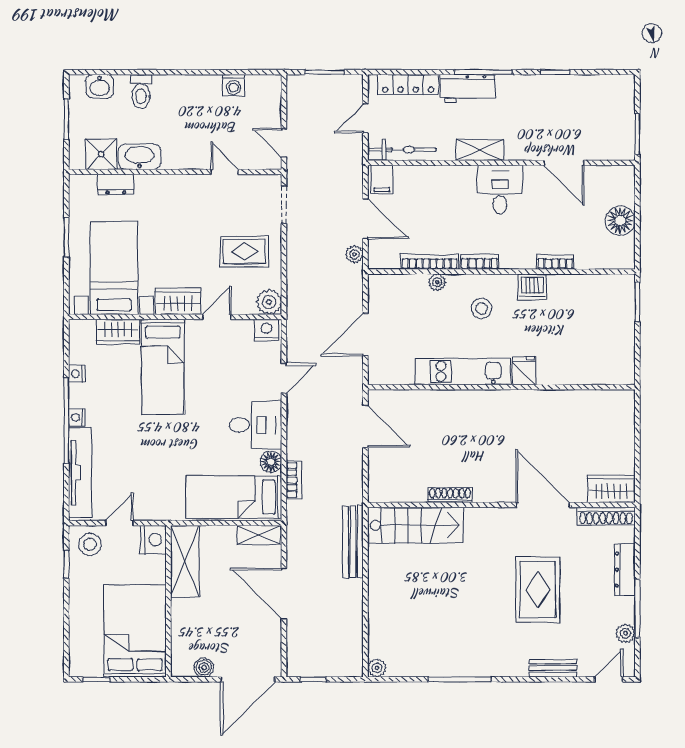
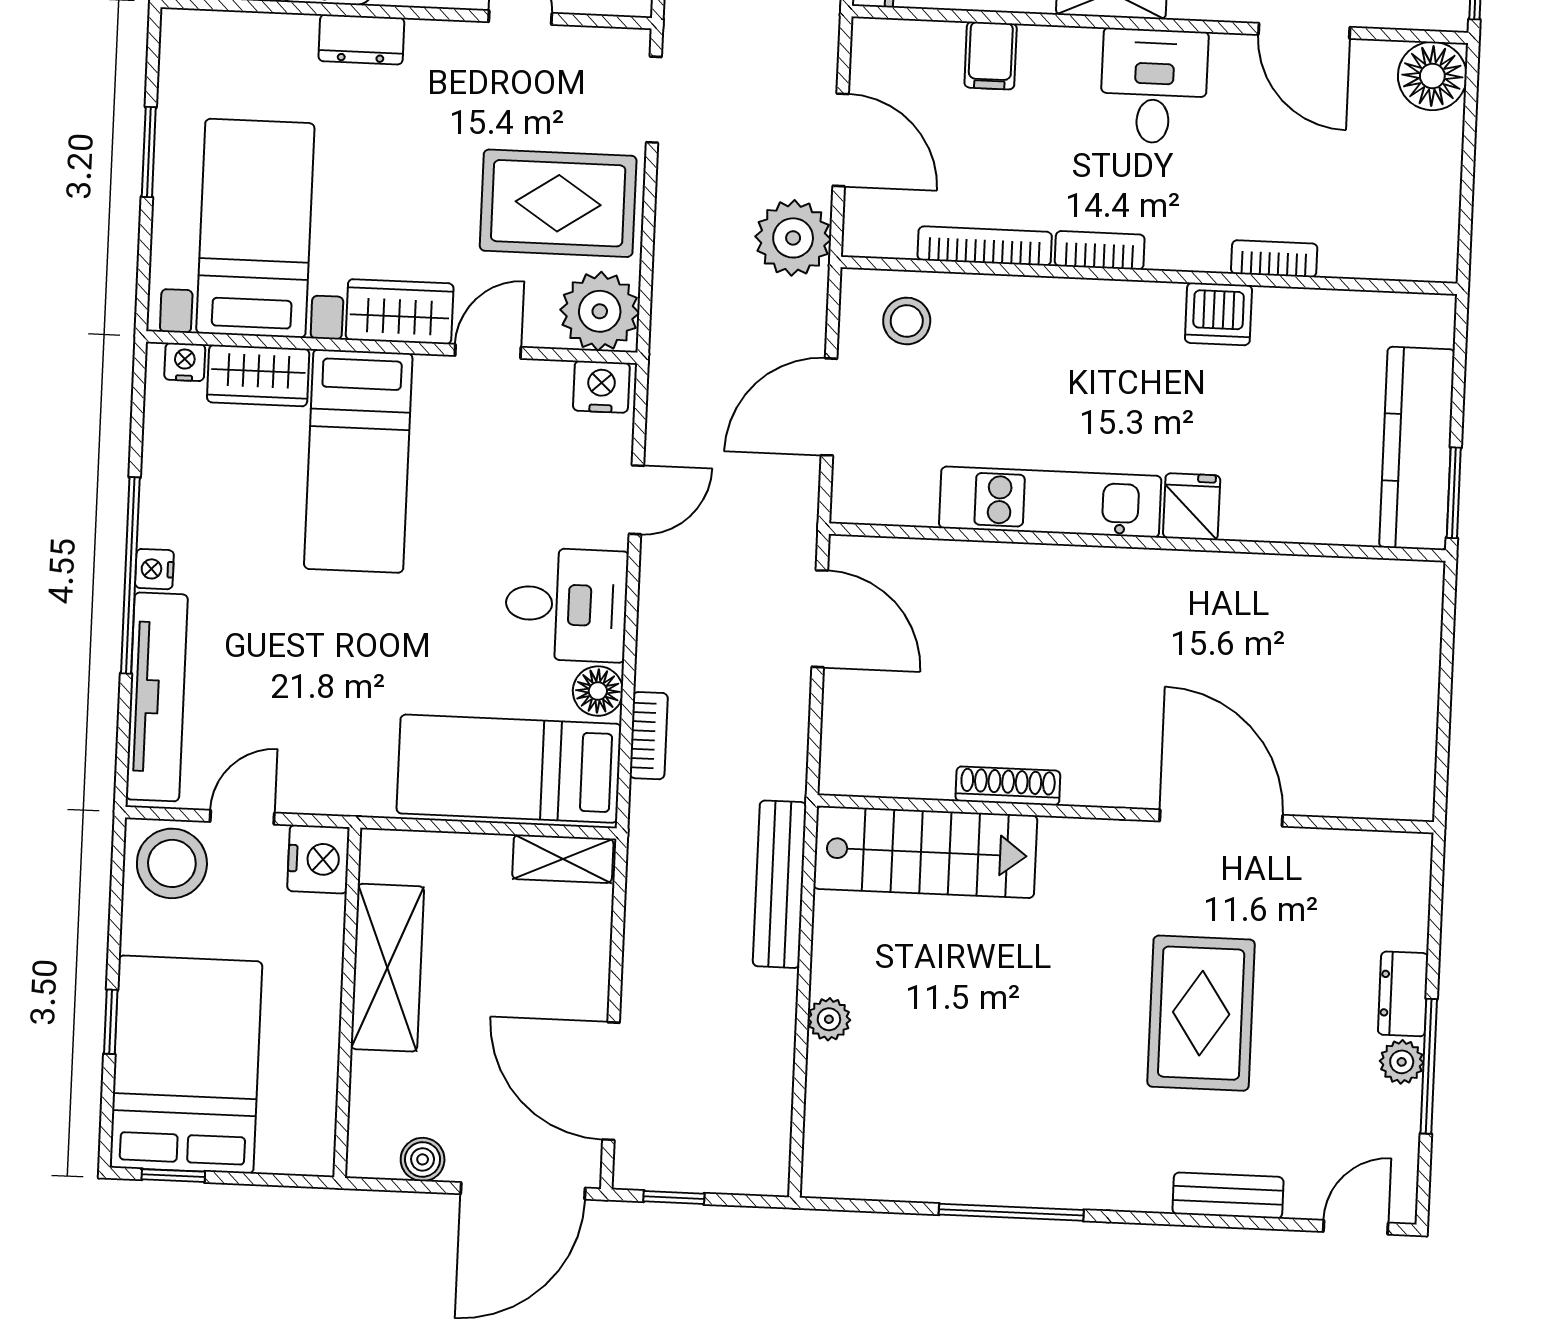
filing cabinet: (382, 179) -> (991, 56), moved
dresser: (116, 184) -> (361, 39), moved
floor lamp: (620, 221) -> (1432, 76), moved
rug: (244, 251) -> (558, 203), width x1.36, depth x1.43
plant: (354, 254) -> (793, 238), width x1.88, depth x1.88
plant: (437, 282) -> (1000, 294), removed
plant: (269, 302) -> (600, 311), width x1.36, depth x1.36
window: (637, 302) -> (1454, 493), moved
stool: (481, 308) -> (907, 321), moved
kitchen counter: (621, 341) -> (1417, 448), added
nightstand: (77, 374) -> (185, 362), moved, turned 90
wardrobe: (611, 489) -> (1381, 788), removed
shoe rack: (606, 516) -> (1366, 850), removed
stool: (90, 544) -> (172, 863), width x1.38, depth x1.38
shelving: (185, 561) -> (387, 968), moved
window: (66, 564) -> (111, 1022), moved
dresser: (625, 570) -> (1403, 994), width x0.70
door: (284, 594) -> (611, 1081), moved
bed: (135, 631) -> (186, 1064), moved
plant: (626, 633) -> (1402, 1062), moved
plant: (377, 668) -> (829, 1019), moved

